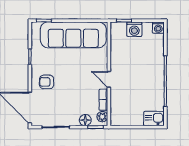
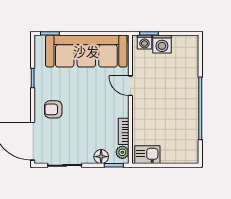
washing machine: (158, 28) -> (144, 42), moved
door: (109, 79) -> (130, 86), moved
kitchen sink: (154, 119) -> (147, 155), moved

